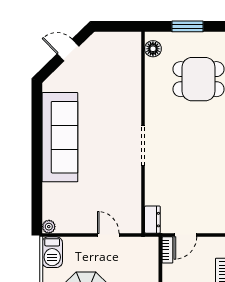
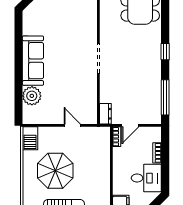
sofa: (60, 137) -> (33, 61), width x0.74, depth x0.79
plant: (49, 227) -> (32, 96), moved, width x1.87, depth x1.87

